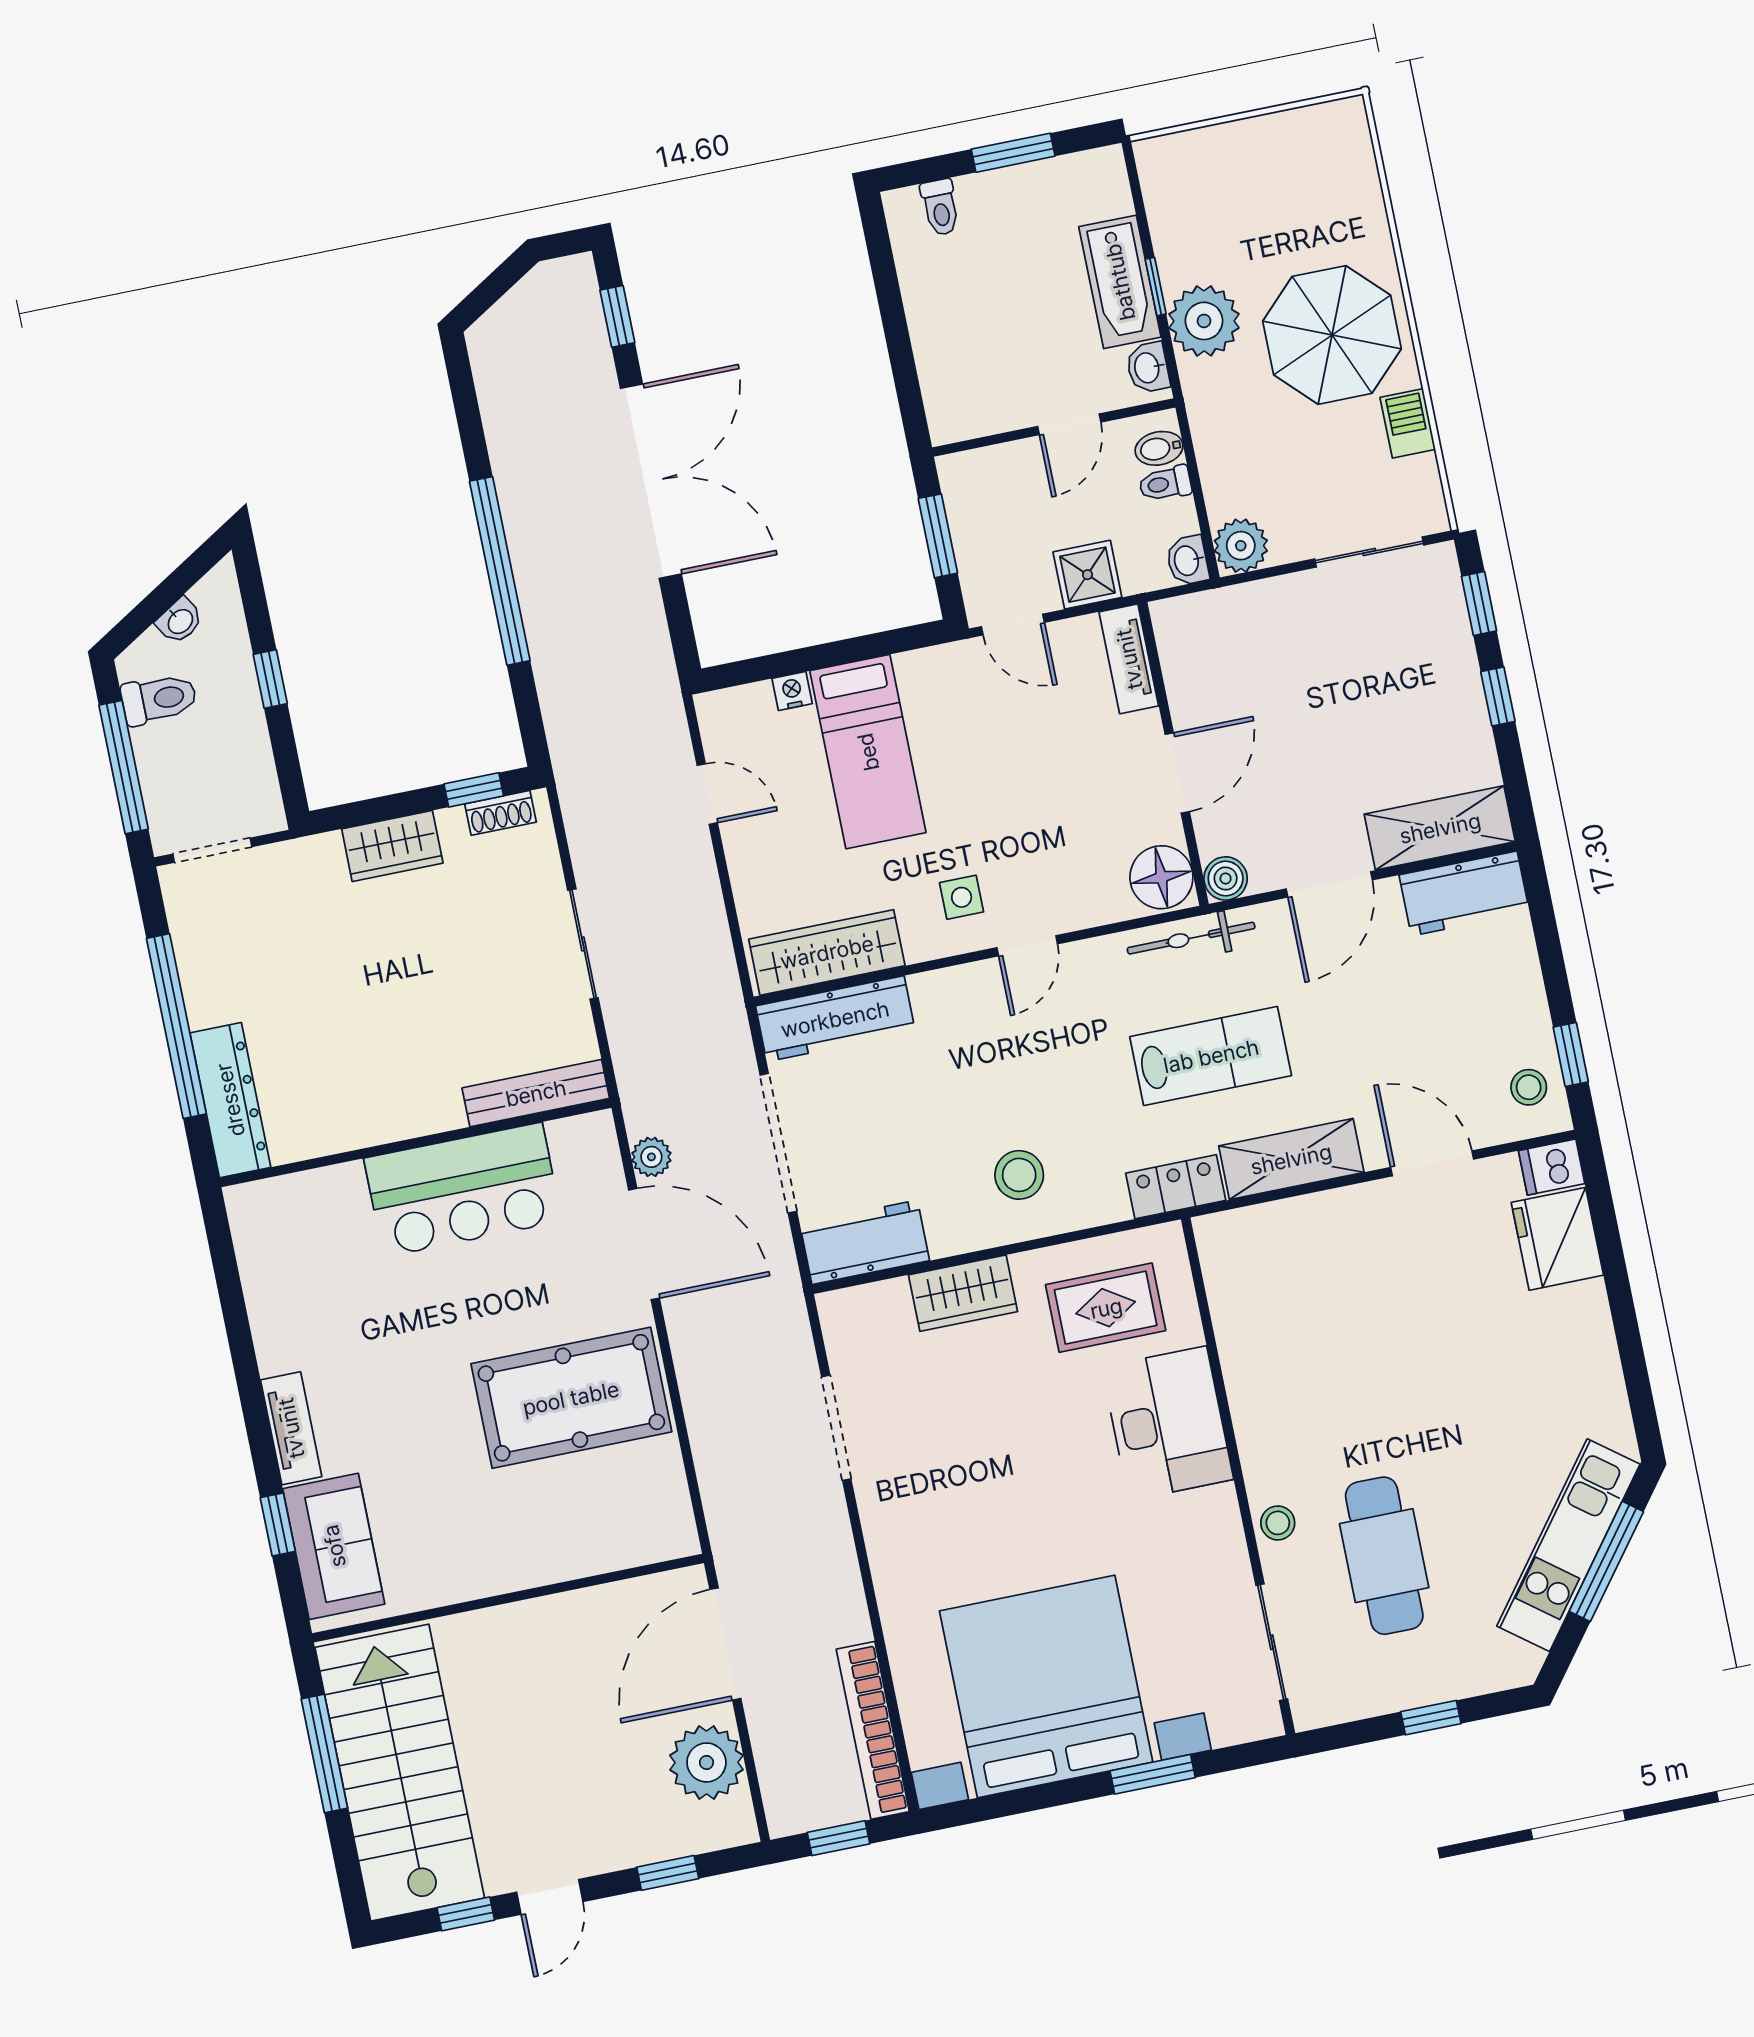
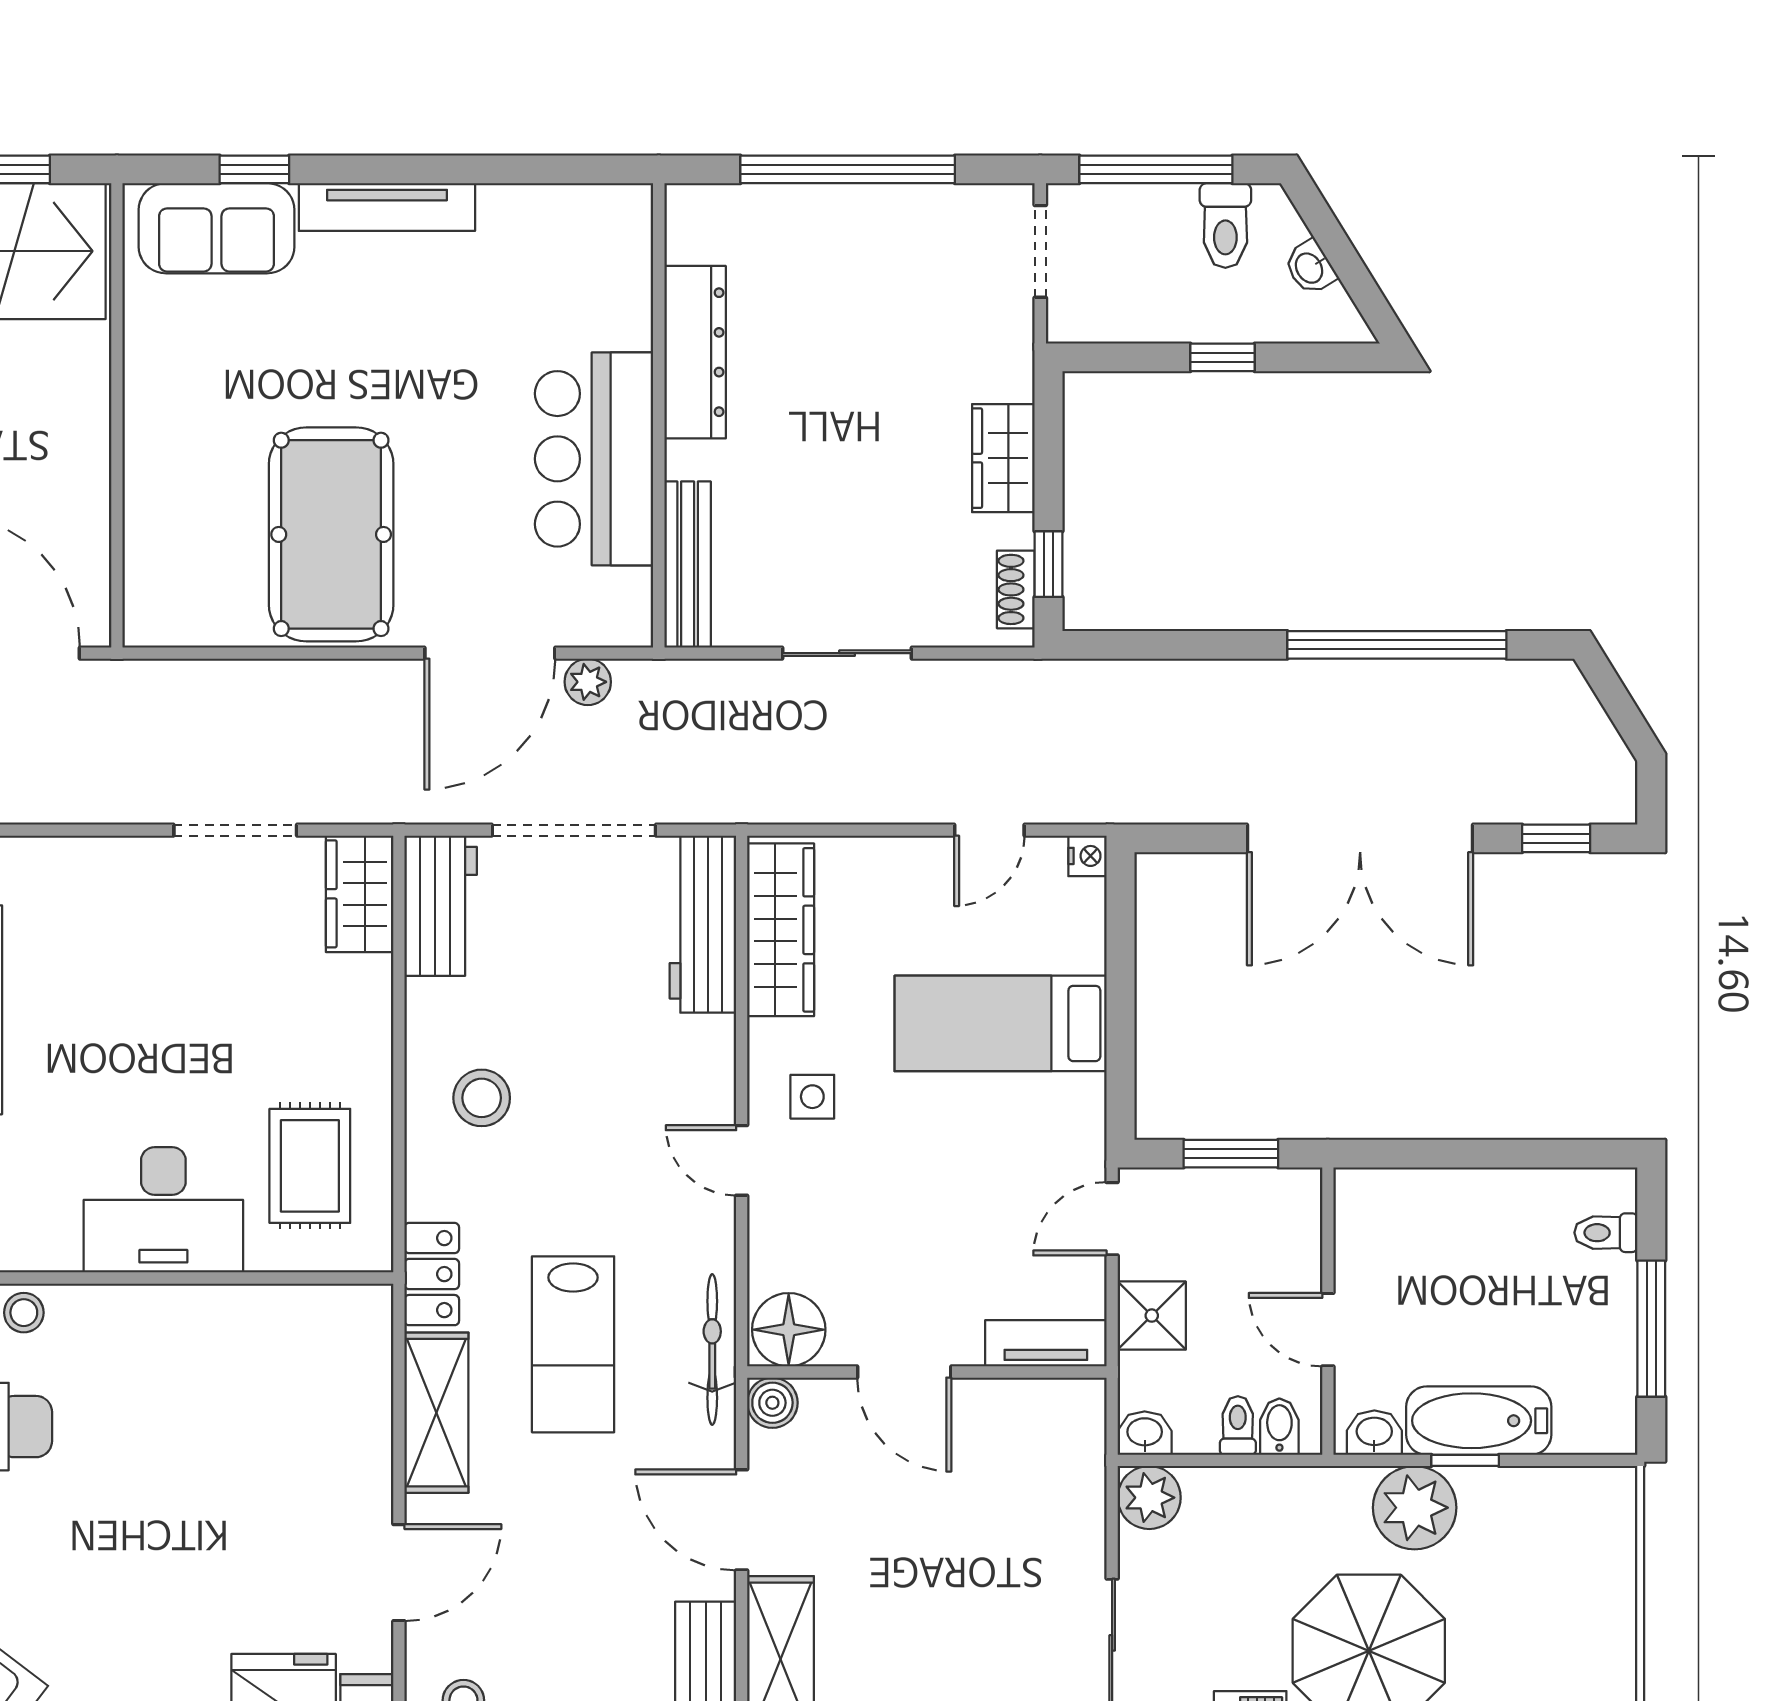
window: (1013, 153) -> (1651, 1329), width x1.44
window: (500, 571) -> (1397, 645), moved
nightstand: (792, 691) -> (1087, 856), moved
dresser: (230, 1100) -> (695, 352), moved, turned -90
wardrobe: (963, 1293) -> (360, 894), moved
tv unit: (291, 1428) -> (387, 207), width x1.41

